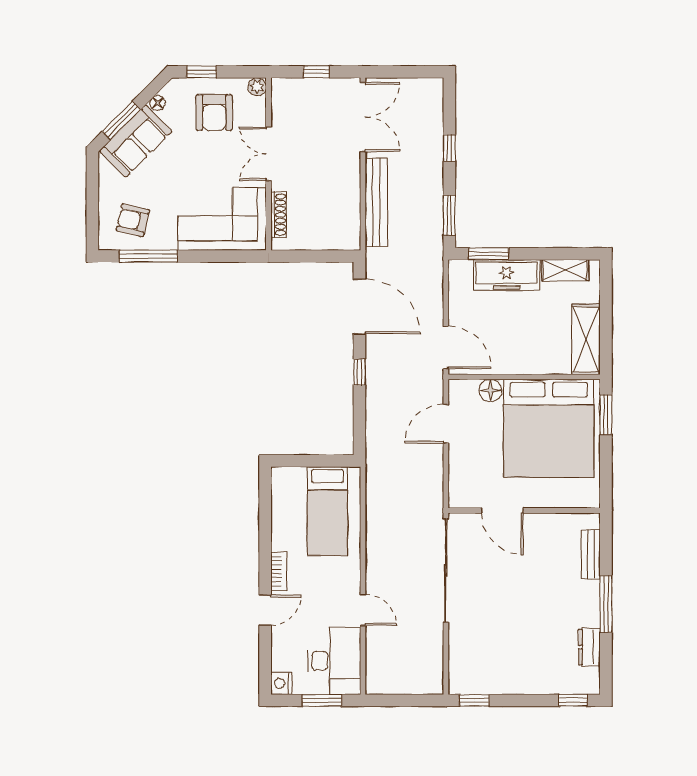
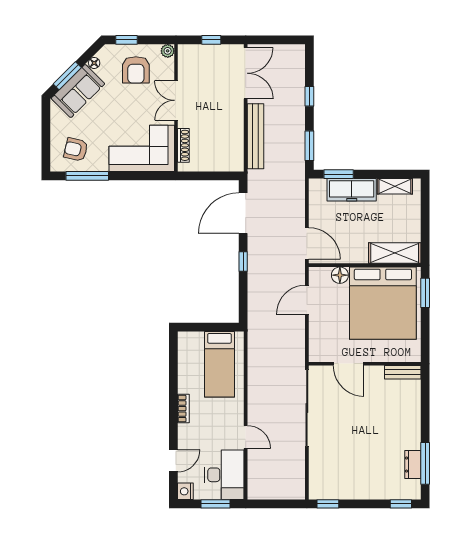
door: (359, 306) -> (243, 213), swing flipped
shelving: (586, 339) -> (395, 253), moved, turned 90
bench: (591, 554) -> (403, 372), moved, turned 90
window: (606, 604) -> (425, 463), moved
door: (265, 610) -> (173, 461), moved

